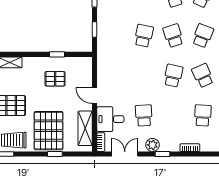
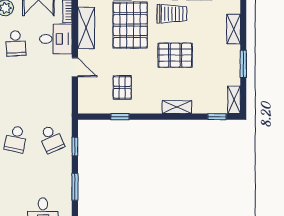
school desk: (114, 36) -> (51, 139), added
pallet: (55, 79) -> (122, 87), turned 90

